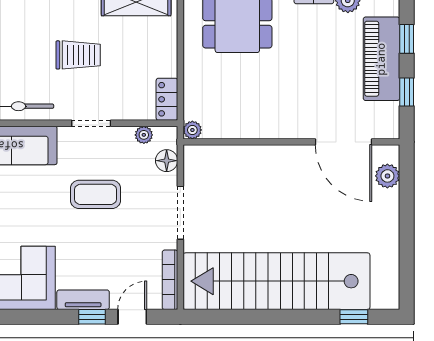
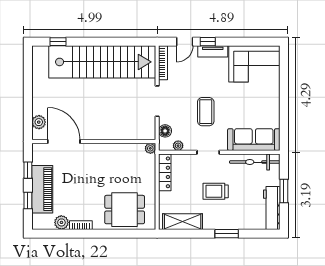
locker: (167, 99) -> (165, 172), width x1.53
coffee table: (96, 194) -> (206, 112), turned 90

